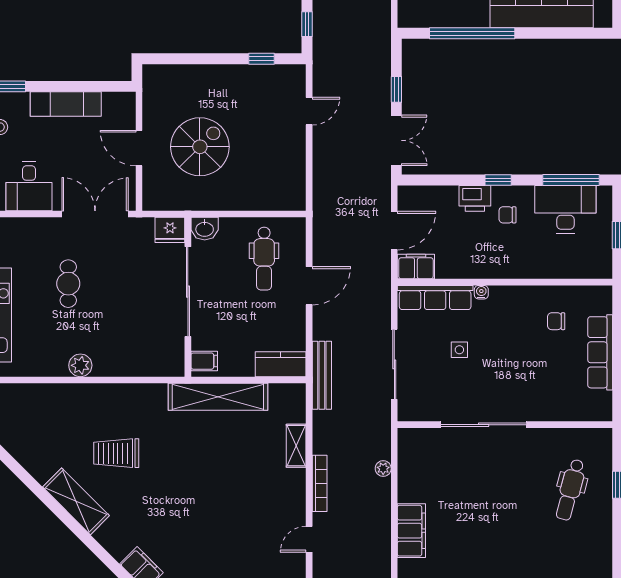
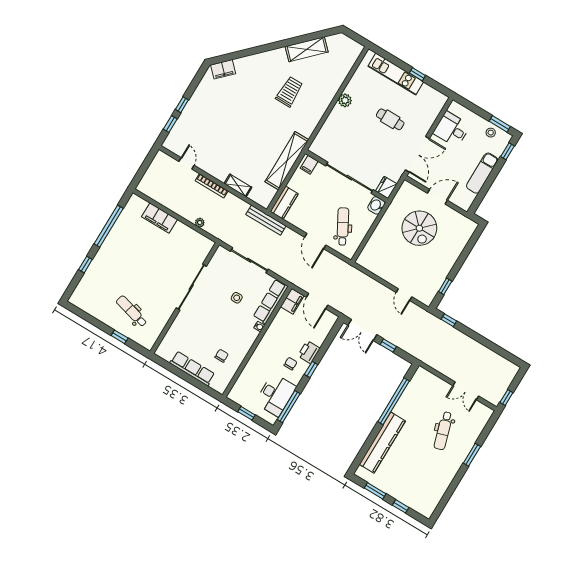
dental chair: (264, 259) -> (343, 226), turned 61
shelving: (76, 501) -> (307, 49), moved

